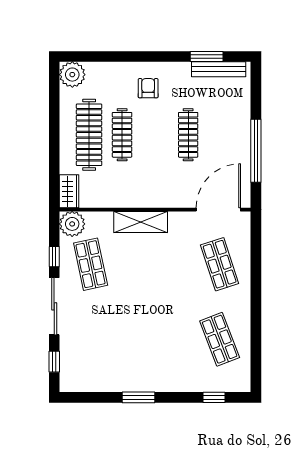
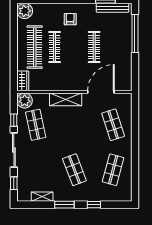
window: (256, 151) -> (135, 34), moved
door: (218, 210) -> (101, 92), moved
shop shelf: (155, 339) -> (74, 170), added
shop shelf: (220, 339) -> (113, 170), turned 36
shelving: (101, 384) -> (42, 197), added
window: (214, 397) -> (94, 205), moved

